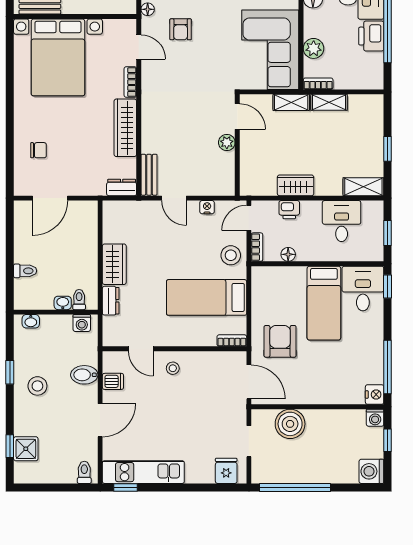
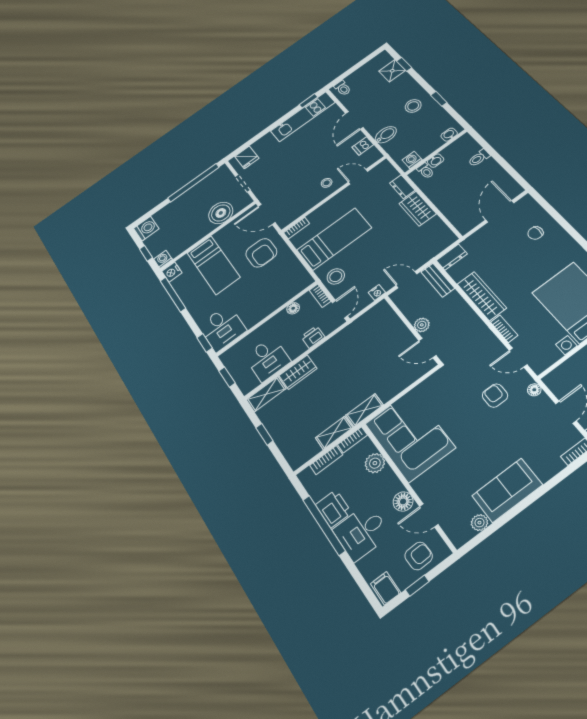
bookcase: (351, 83) -> (326, 460), added
door: (237, 117) -> (427, 348), moved
plant: (227, 142) -> (422, 325), moved
wall: (237, 145) -> (412, 329), moved
wardrobe: (296, 185) -> (298, 372), moved
bed: (324, 303) -> (213, 265), moved, turned 180

